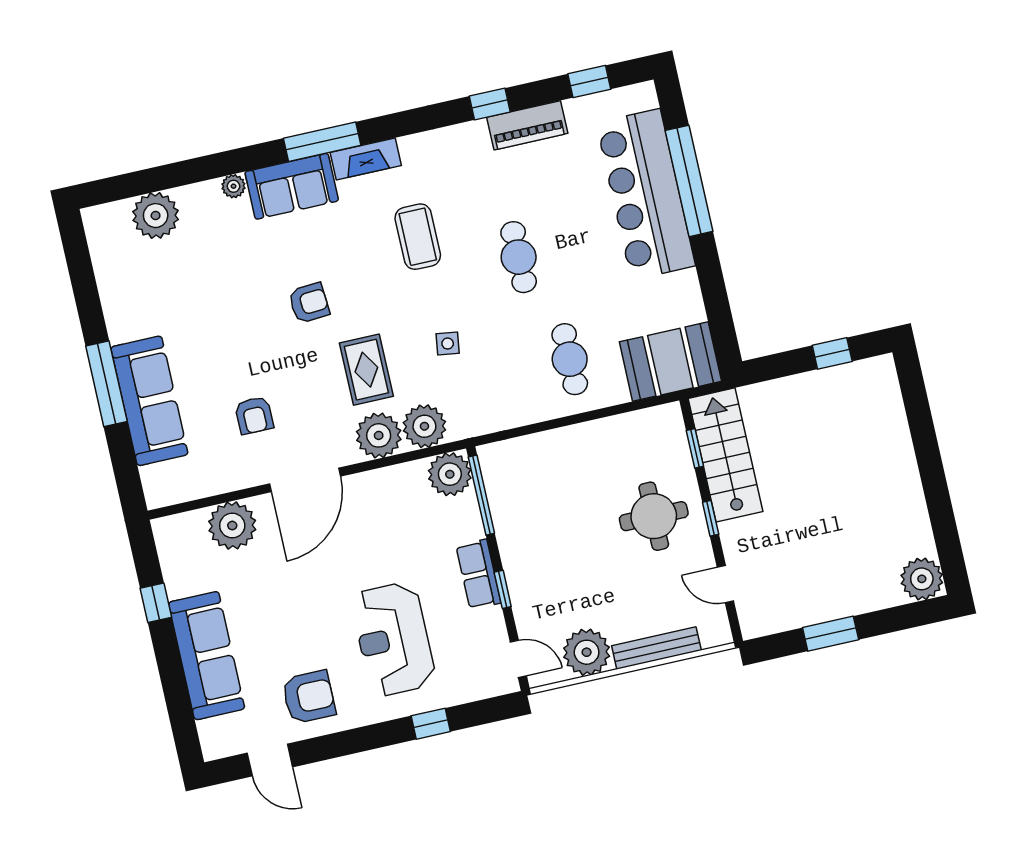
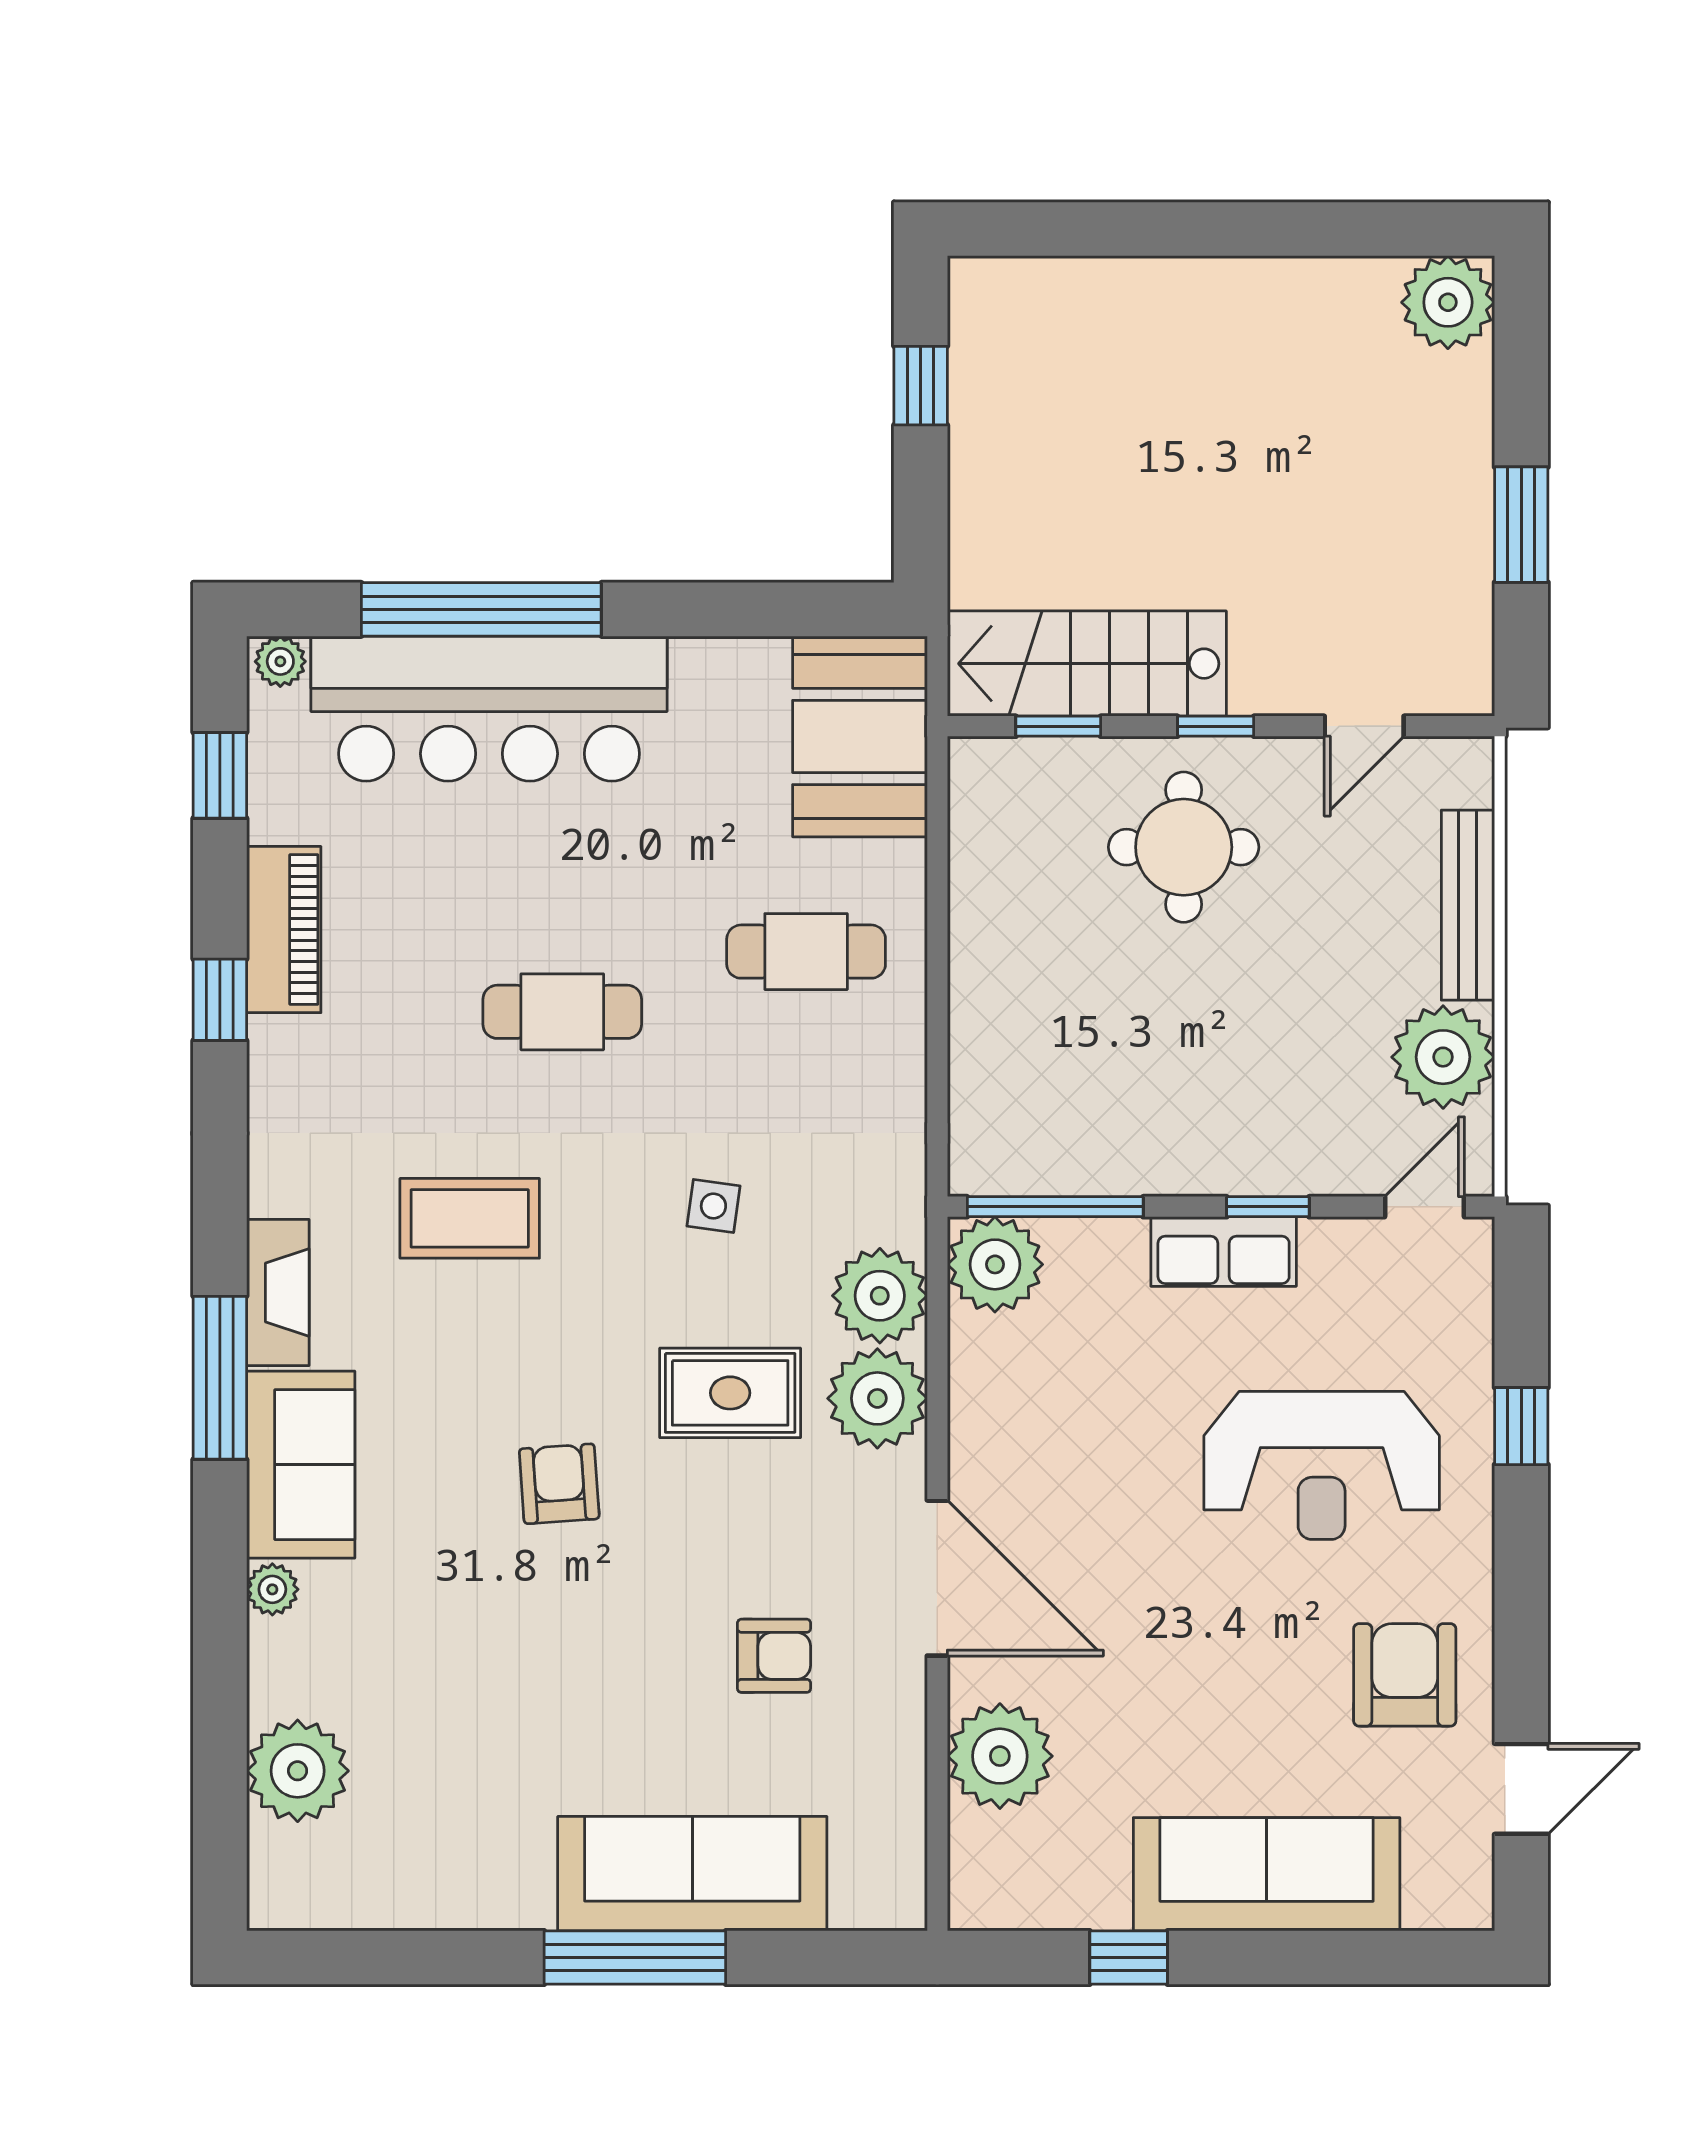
plant: (646, 97) -> (280, 661), added

